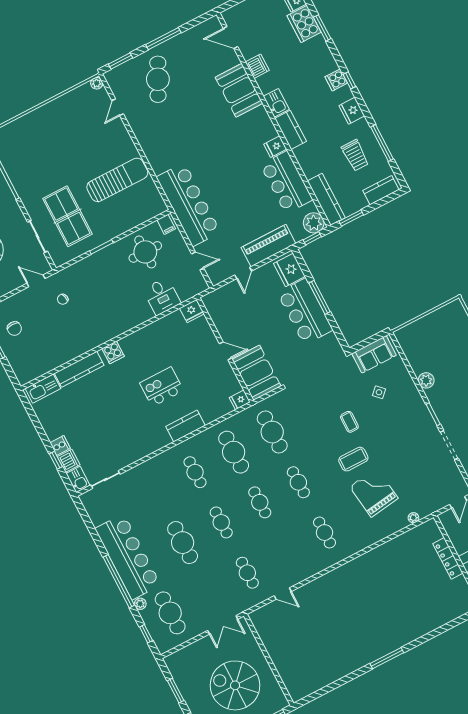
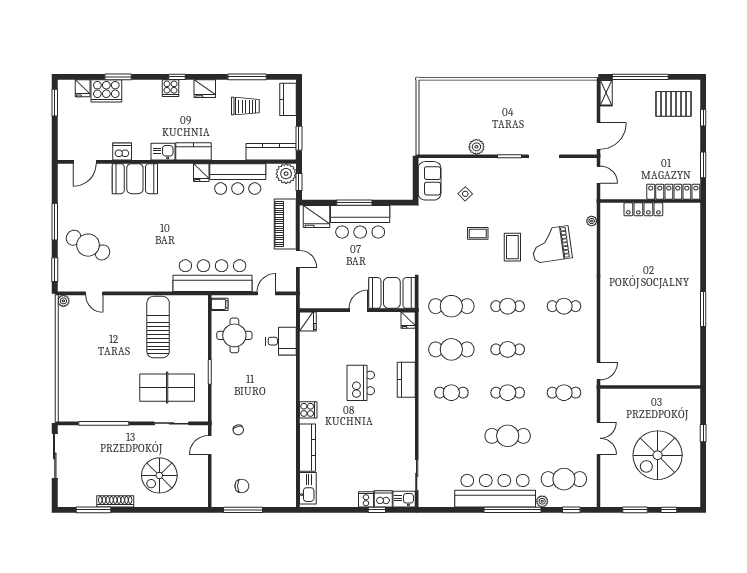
wall: (269, 660) -> (650, 387), moved

